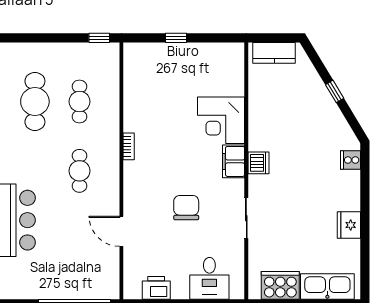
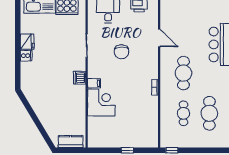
window: (335, 91) -> (35, 119), removed
cooker: (350, 160) -> (26, 56), moved
filing cabinet: (234, 161) -> (94, 83), width x0.50
cafe table: (79, 171) -> (183, 73), width x1.37, depth x1.35

